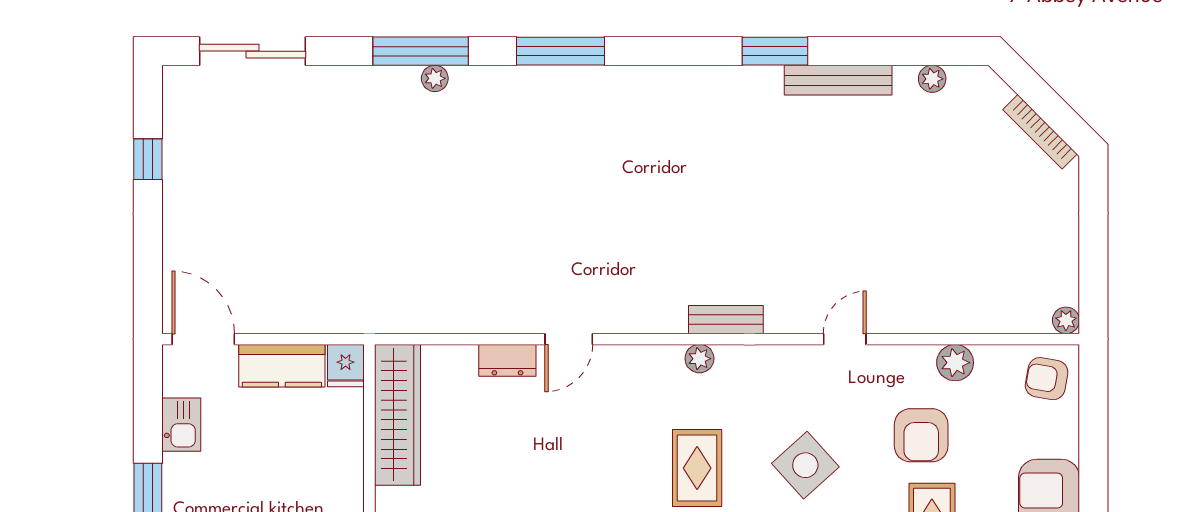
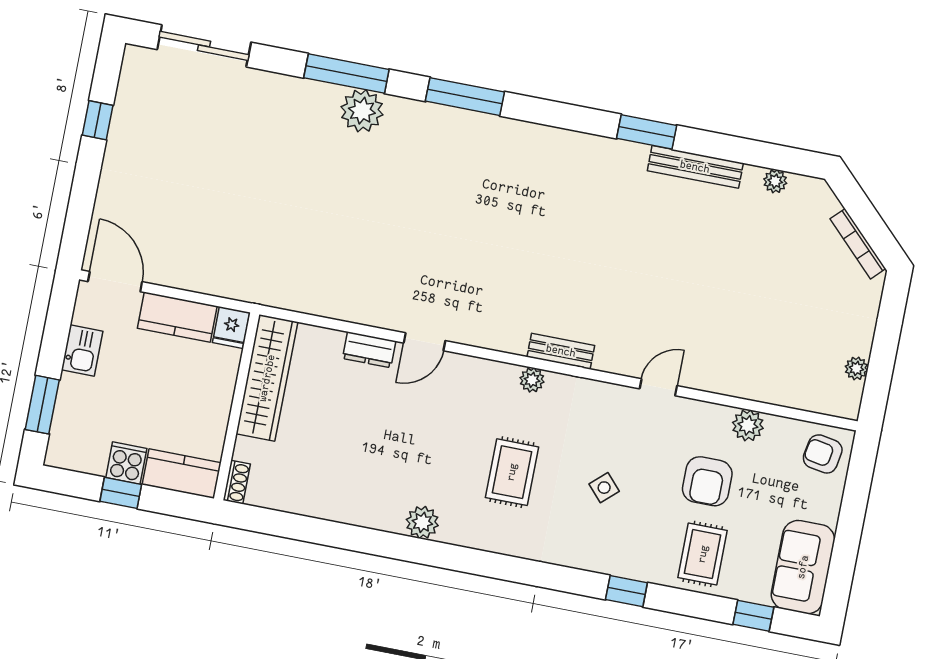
plant: (435, 78) -> (362, 111), width x1.87, depth x1.87
plant: (1066, 320) -> (856, 368), moved
side table: (805, 465) -> (604, 488), width x0.54, depth x0.54

